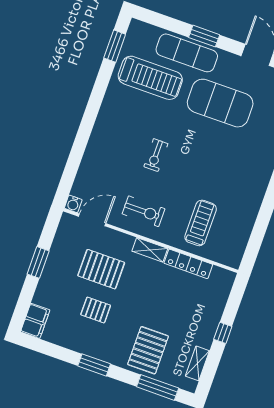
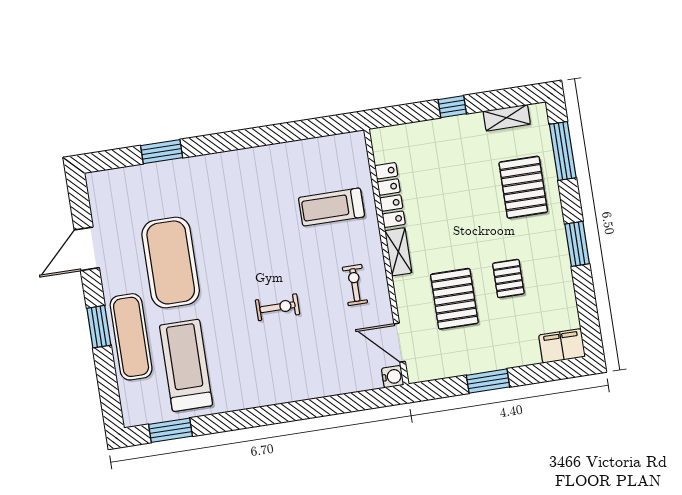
exercise bike: (144, 211) -> (355, 285), width x0.73, depth x0.72
pallet: (148, 350) -> (523, 187), turned 90

